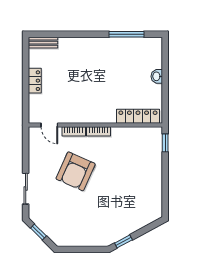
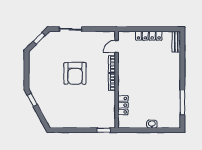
locker: (35, 81) -> (149, 36), width x1.53
locker: (138, 116) -> (123, 105), width x0.66
armchair: (76, 171) -> (75, 73), moved, turned -114

